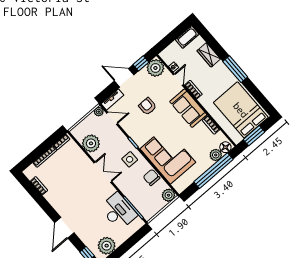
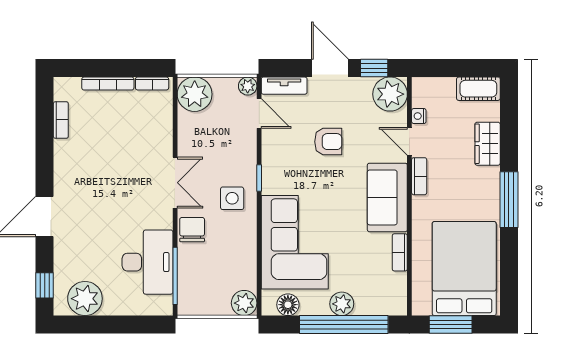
door: (178, 80) -> (409, 141), swing flipped
armchair: (148, 106) -> (328, 142), turned 90
plant: (91, 143) -> (195, 94), moved
floor lamp: (225, 147) -> (288, 305), moved
plant: (216, 155) -> (342, 304), moved
chair: (151, 177) -> (192, 230), moved

